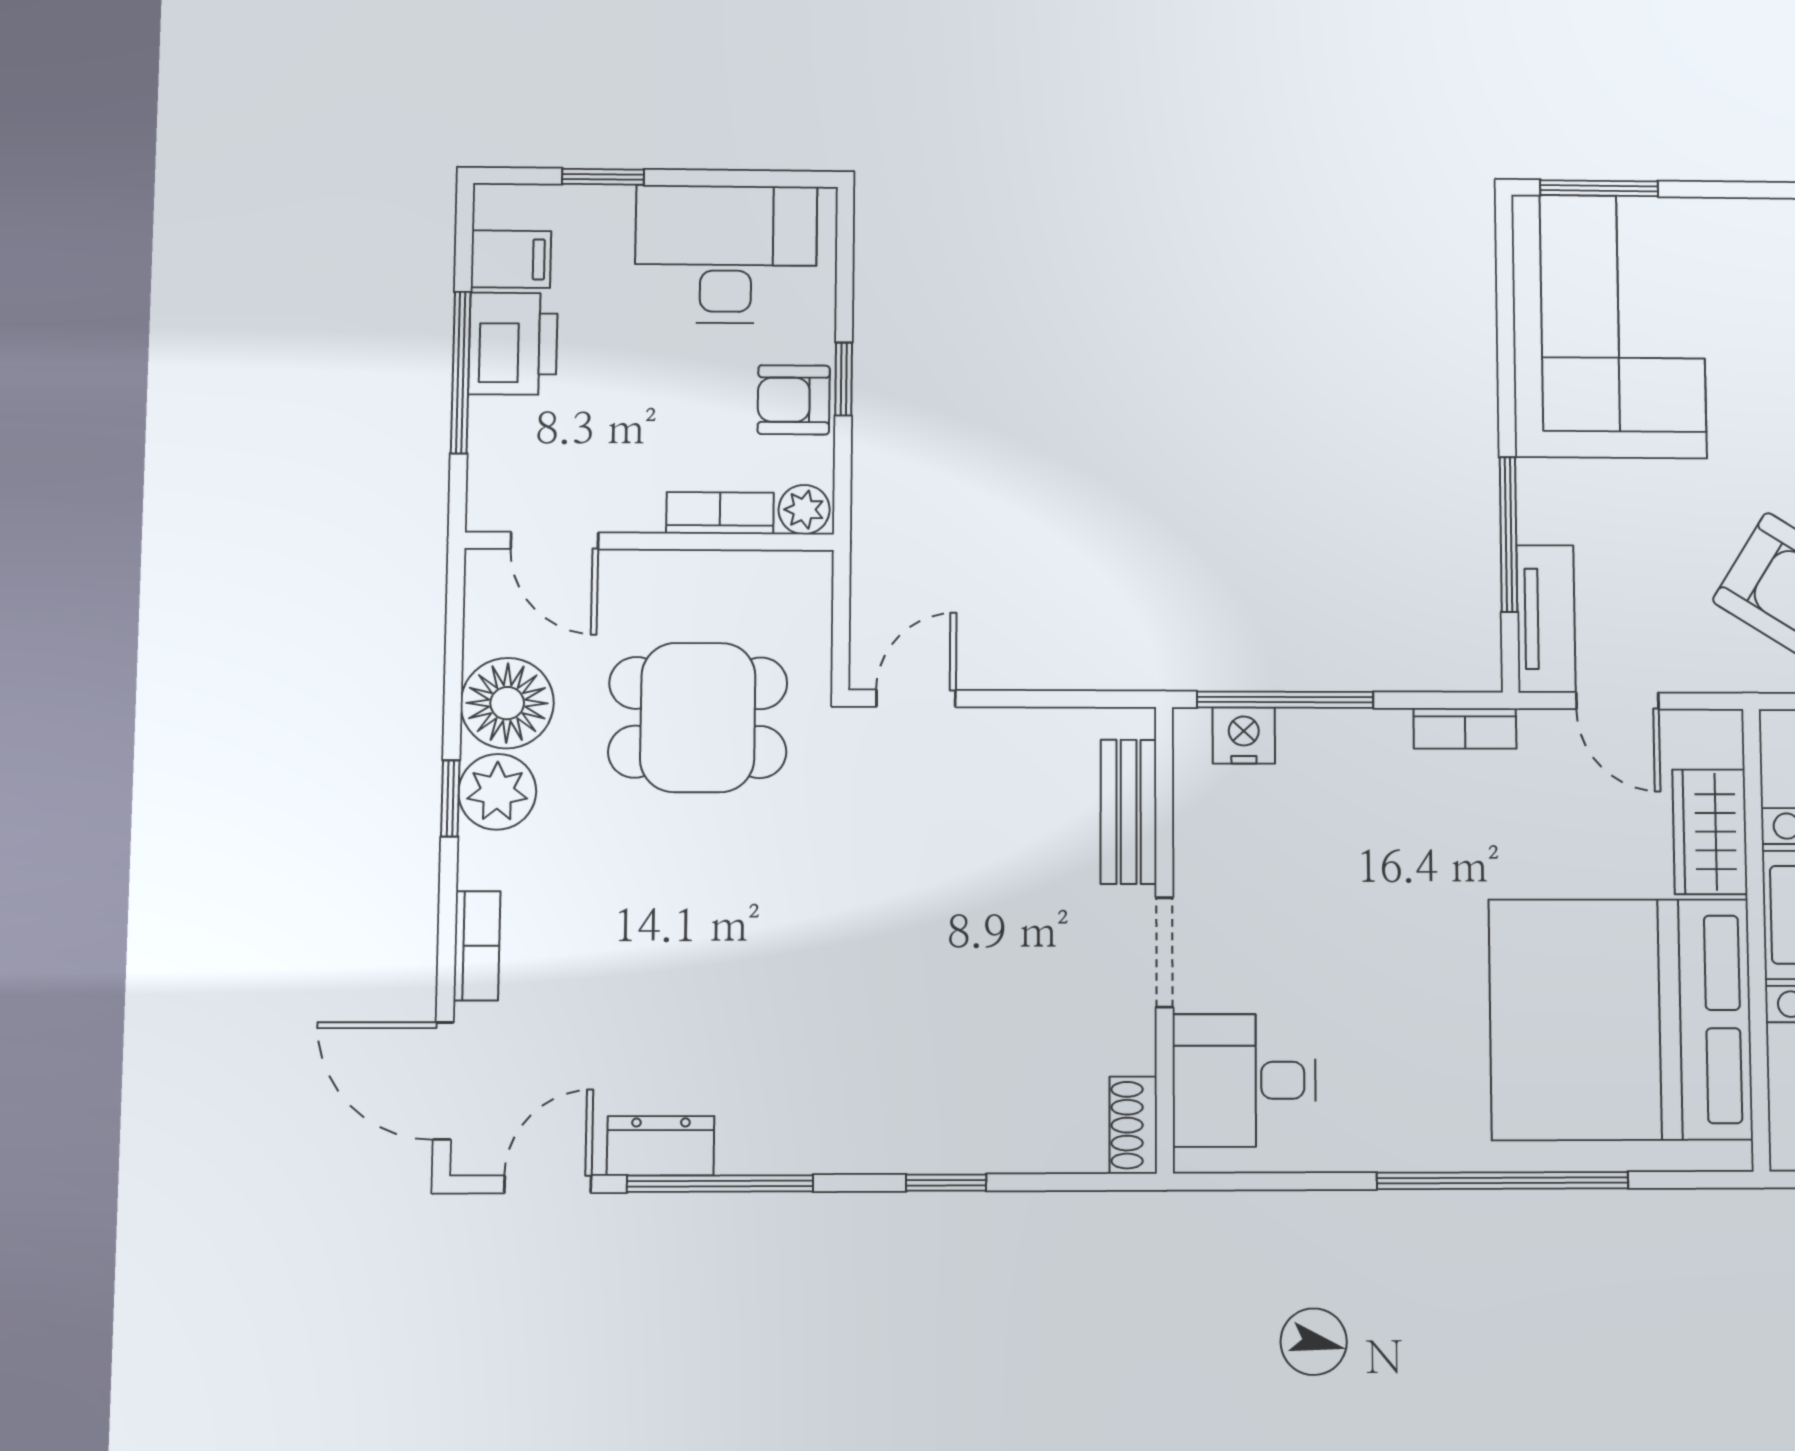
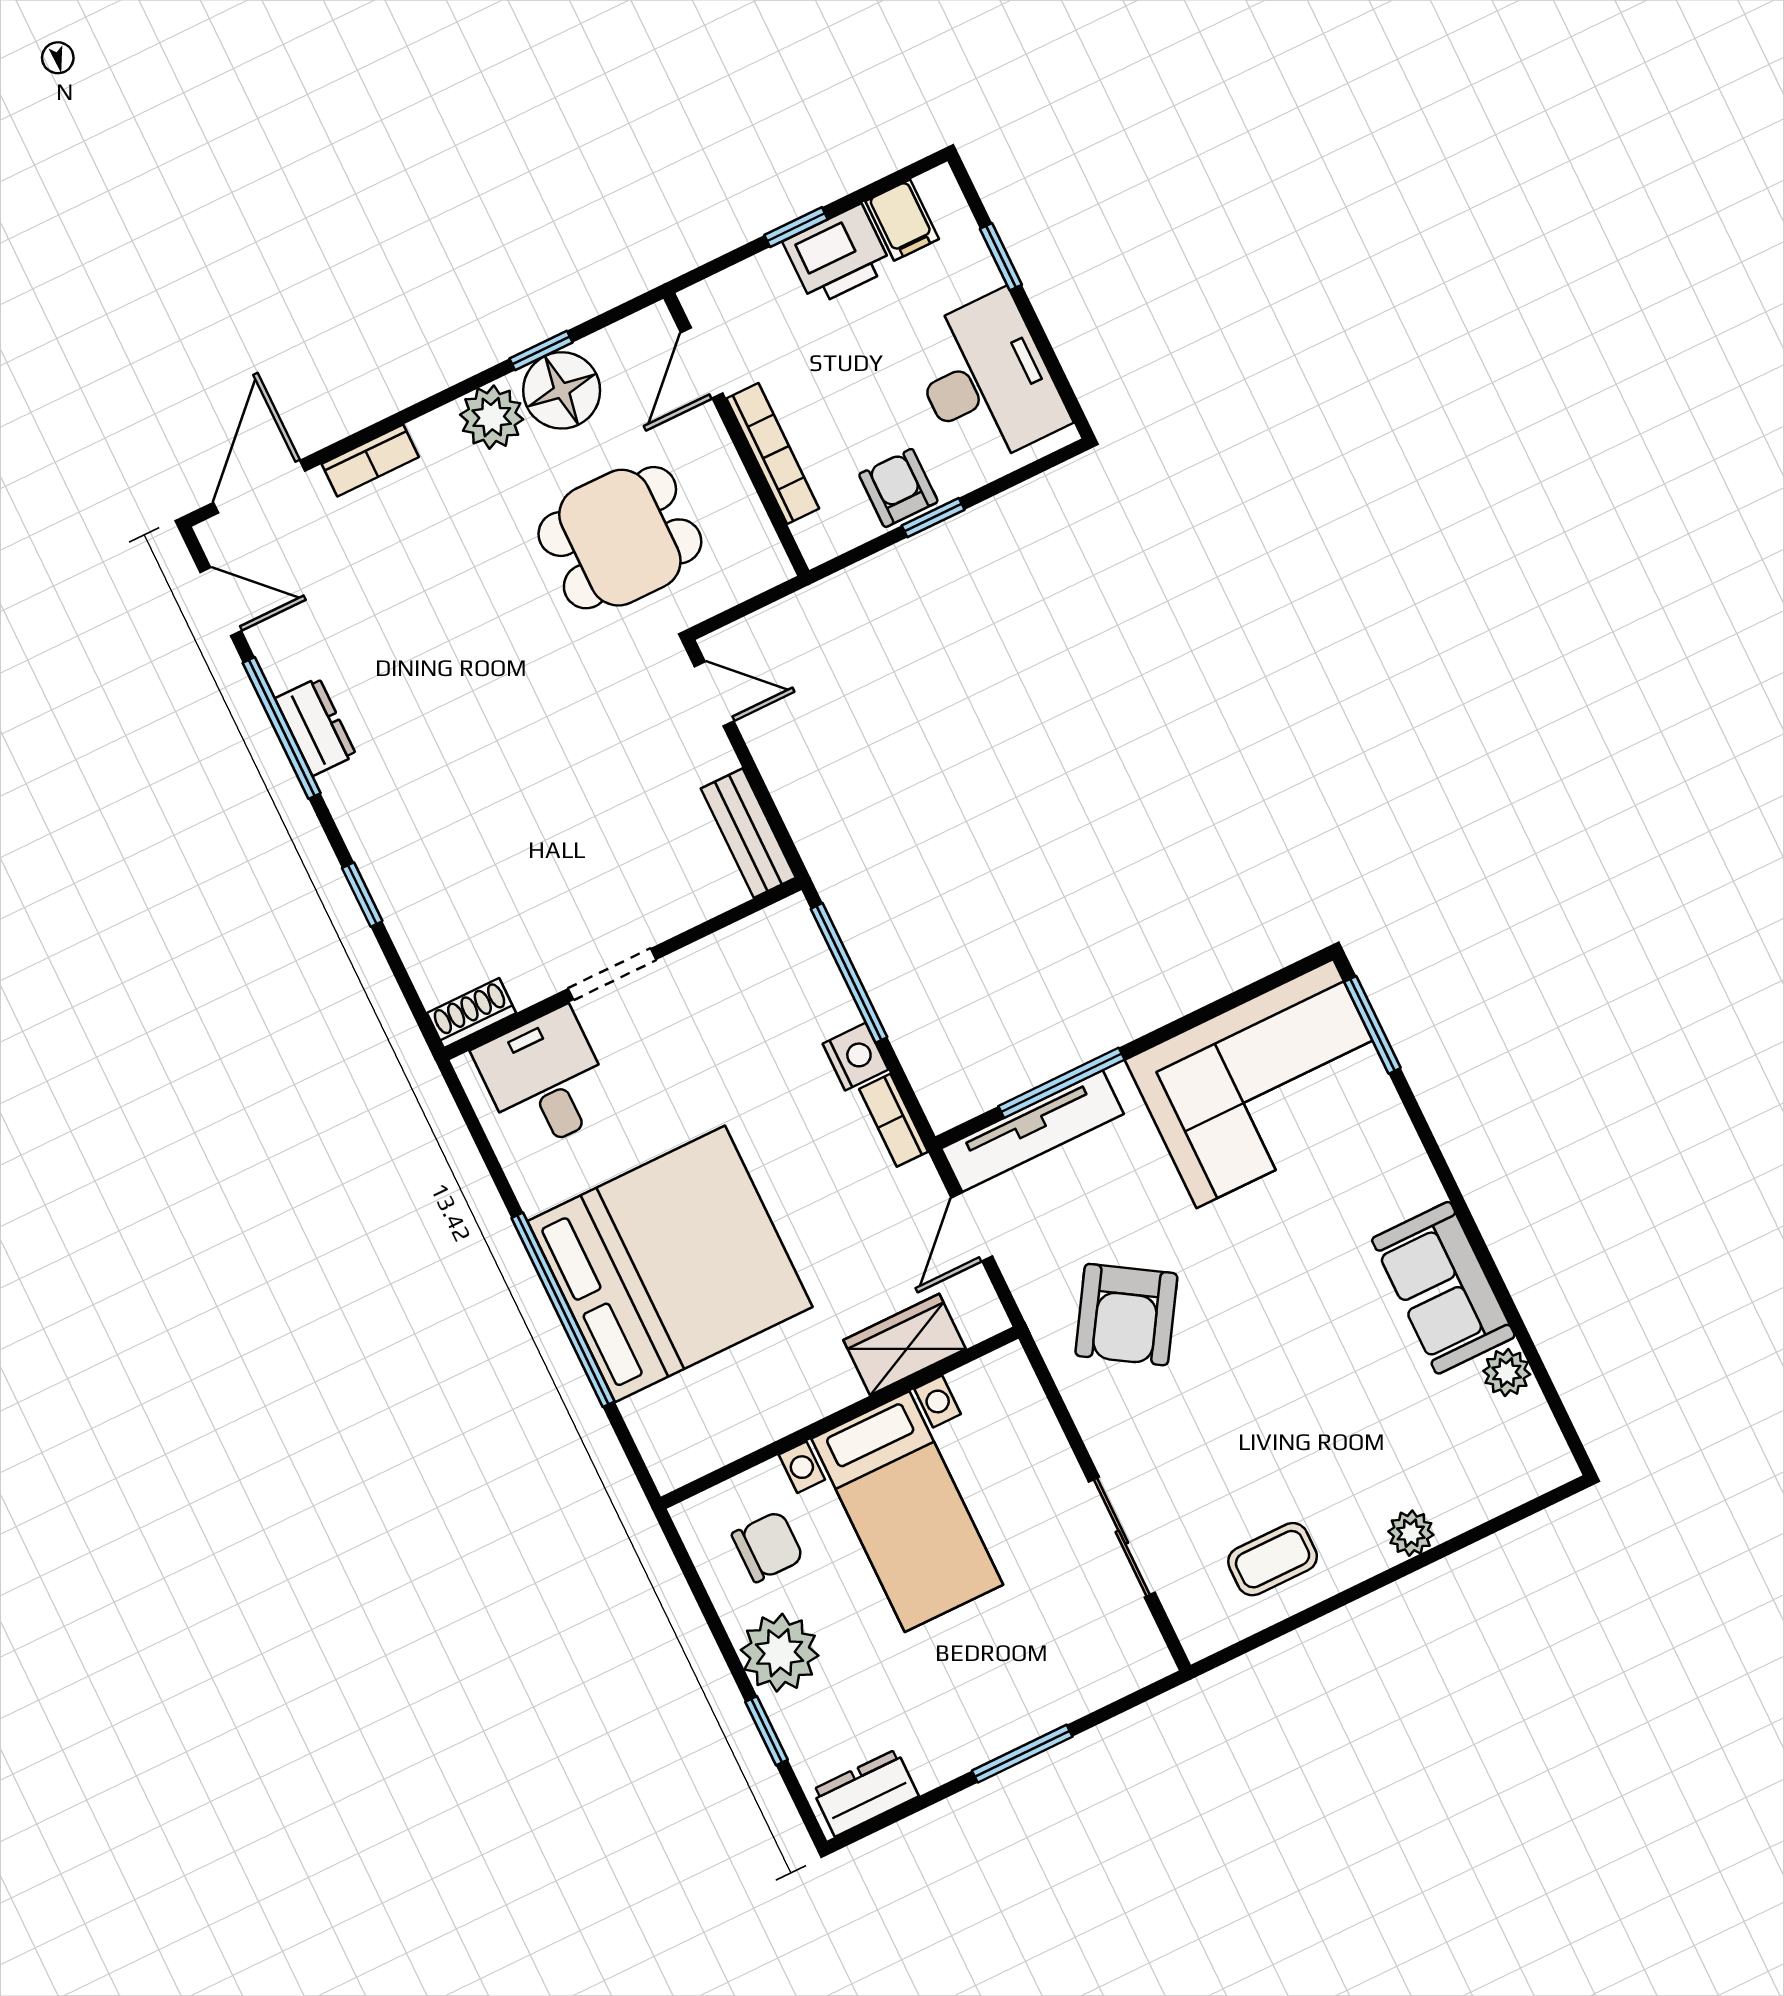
window: (461, 372) -> (796, 227), width x0.46
plant: (804, 510) -> (817, 538), removed
bookcase: (720, 513) -> (773, 454), width x1.56
tv unit: (1546, 619) -> (1033, 1131), width x1.41
dining table: (698, 717) -> (620, 538), turned 90
nightstand: (1244, 735) -> (855, 1057), moved
window: (450, 798) -> (541, 350), moved
bench: (1129, 812) -> (748, 833), moved, turned 90
bed: (1621, 1019) -> (670, 1264), moved, turned 90
dresser: (661, 1146) -> (316, 727), moved

